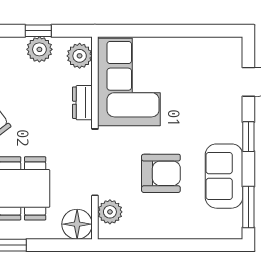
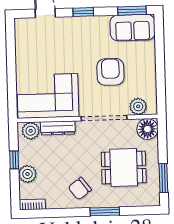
plant: (39, 49) -> (27, 174), moved
dresser: (82, 103) -> (58, 128), width x1.44
sofa: (224, 176) -> (133, 28), moved

